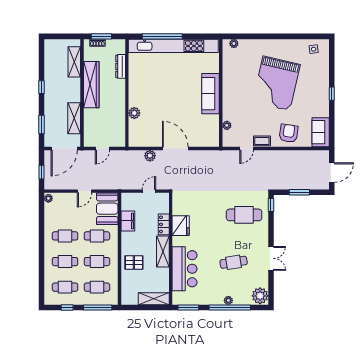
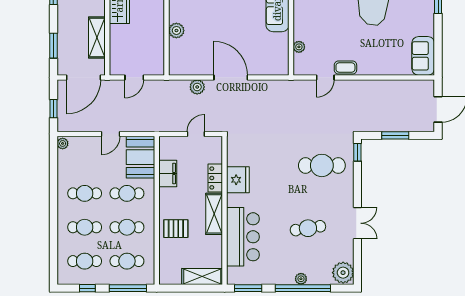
armchair: (289, 133) -> (381, 57), removed

